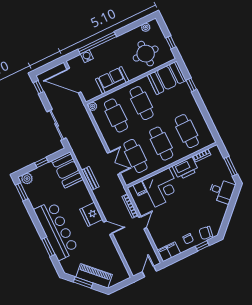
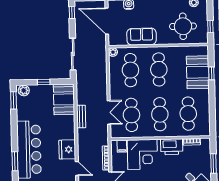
booth: (167, 78) -> (198, 72), moved, turned 90

